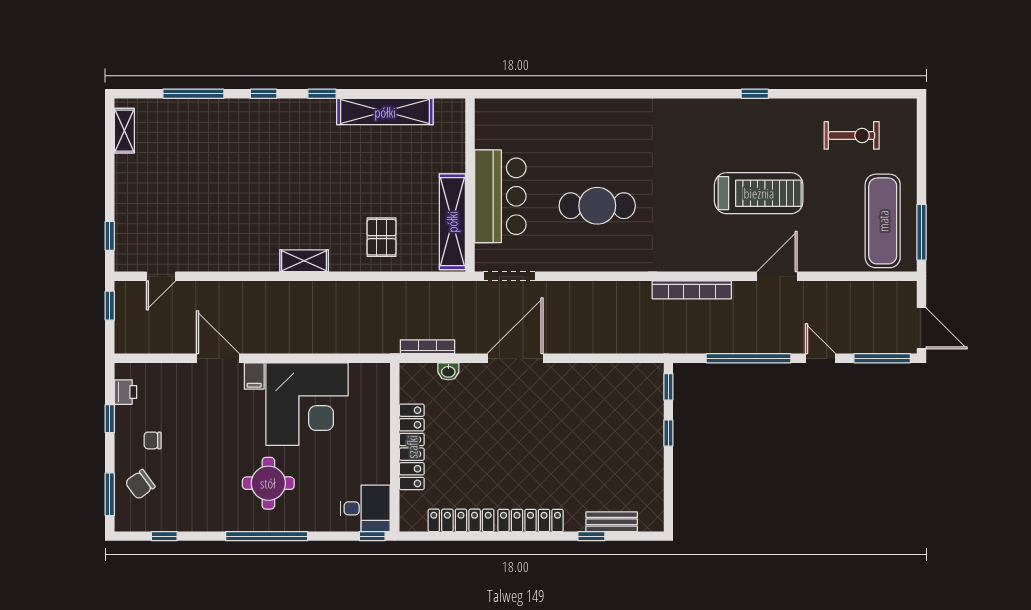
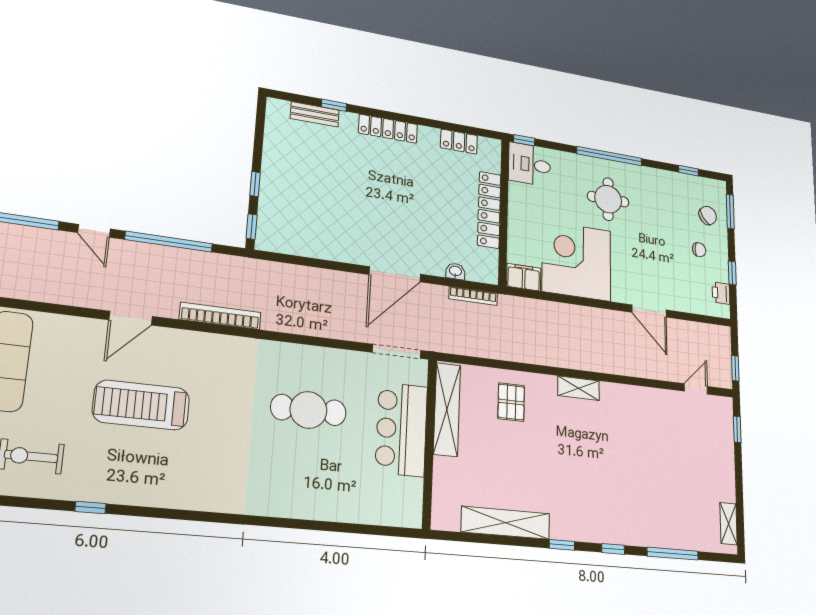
window: (755, 94) -> (90, 507), moved
filing cabinet: (254, 376) -> (524, 277), moved, width x2.00
locker: (461, 520) -> (459, 142), width x0.66

